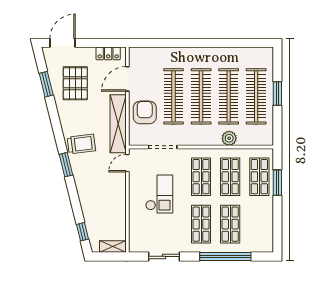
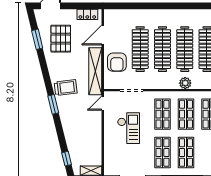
armchair: (145, 112) -> (117, 62), turned 180

